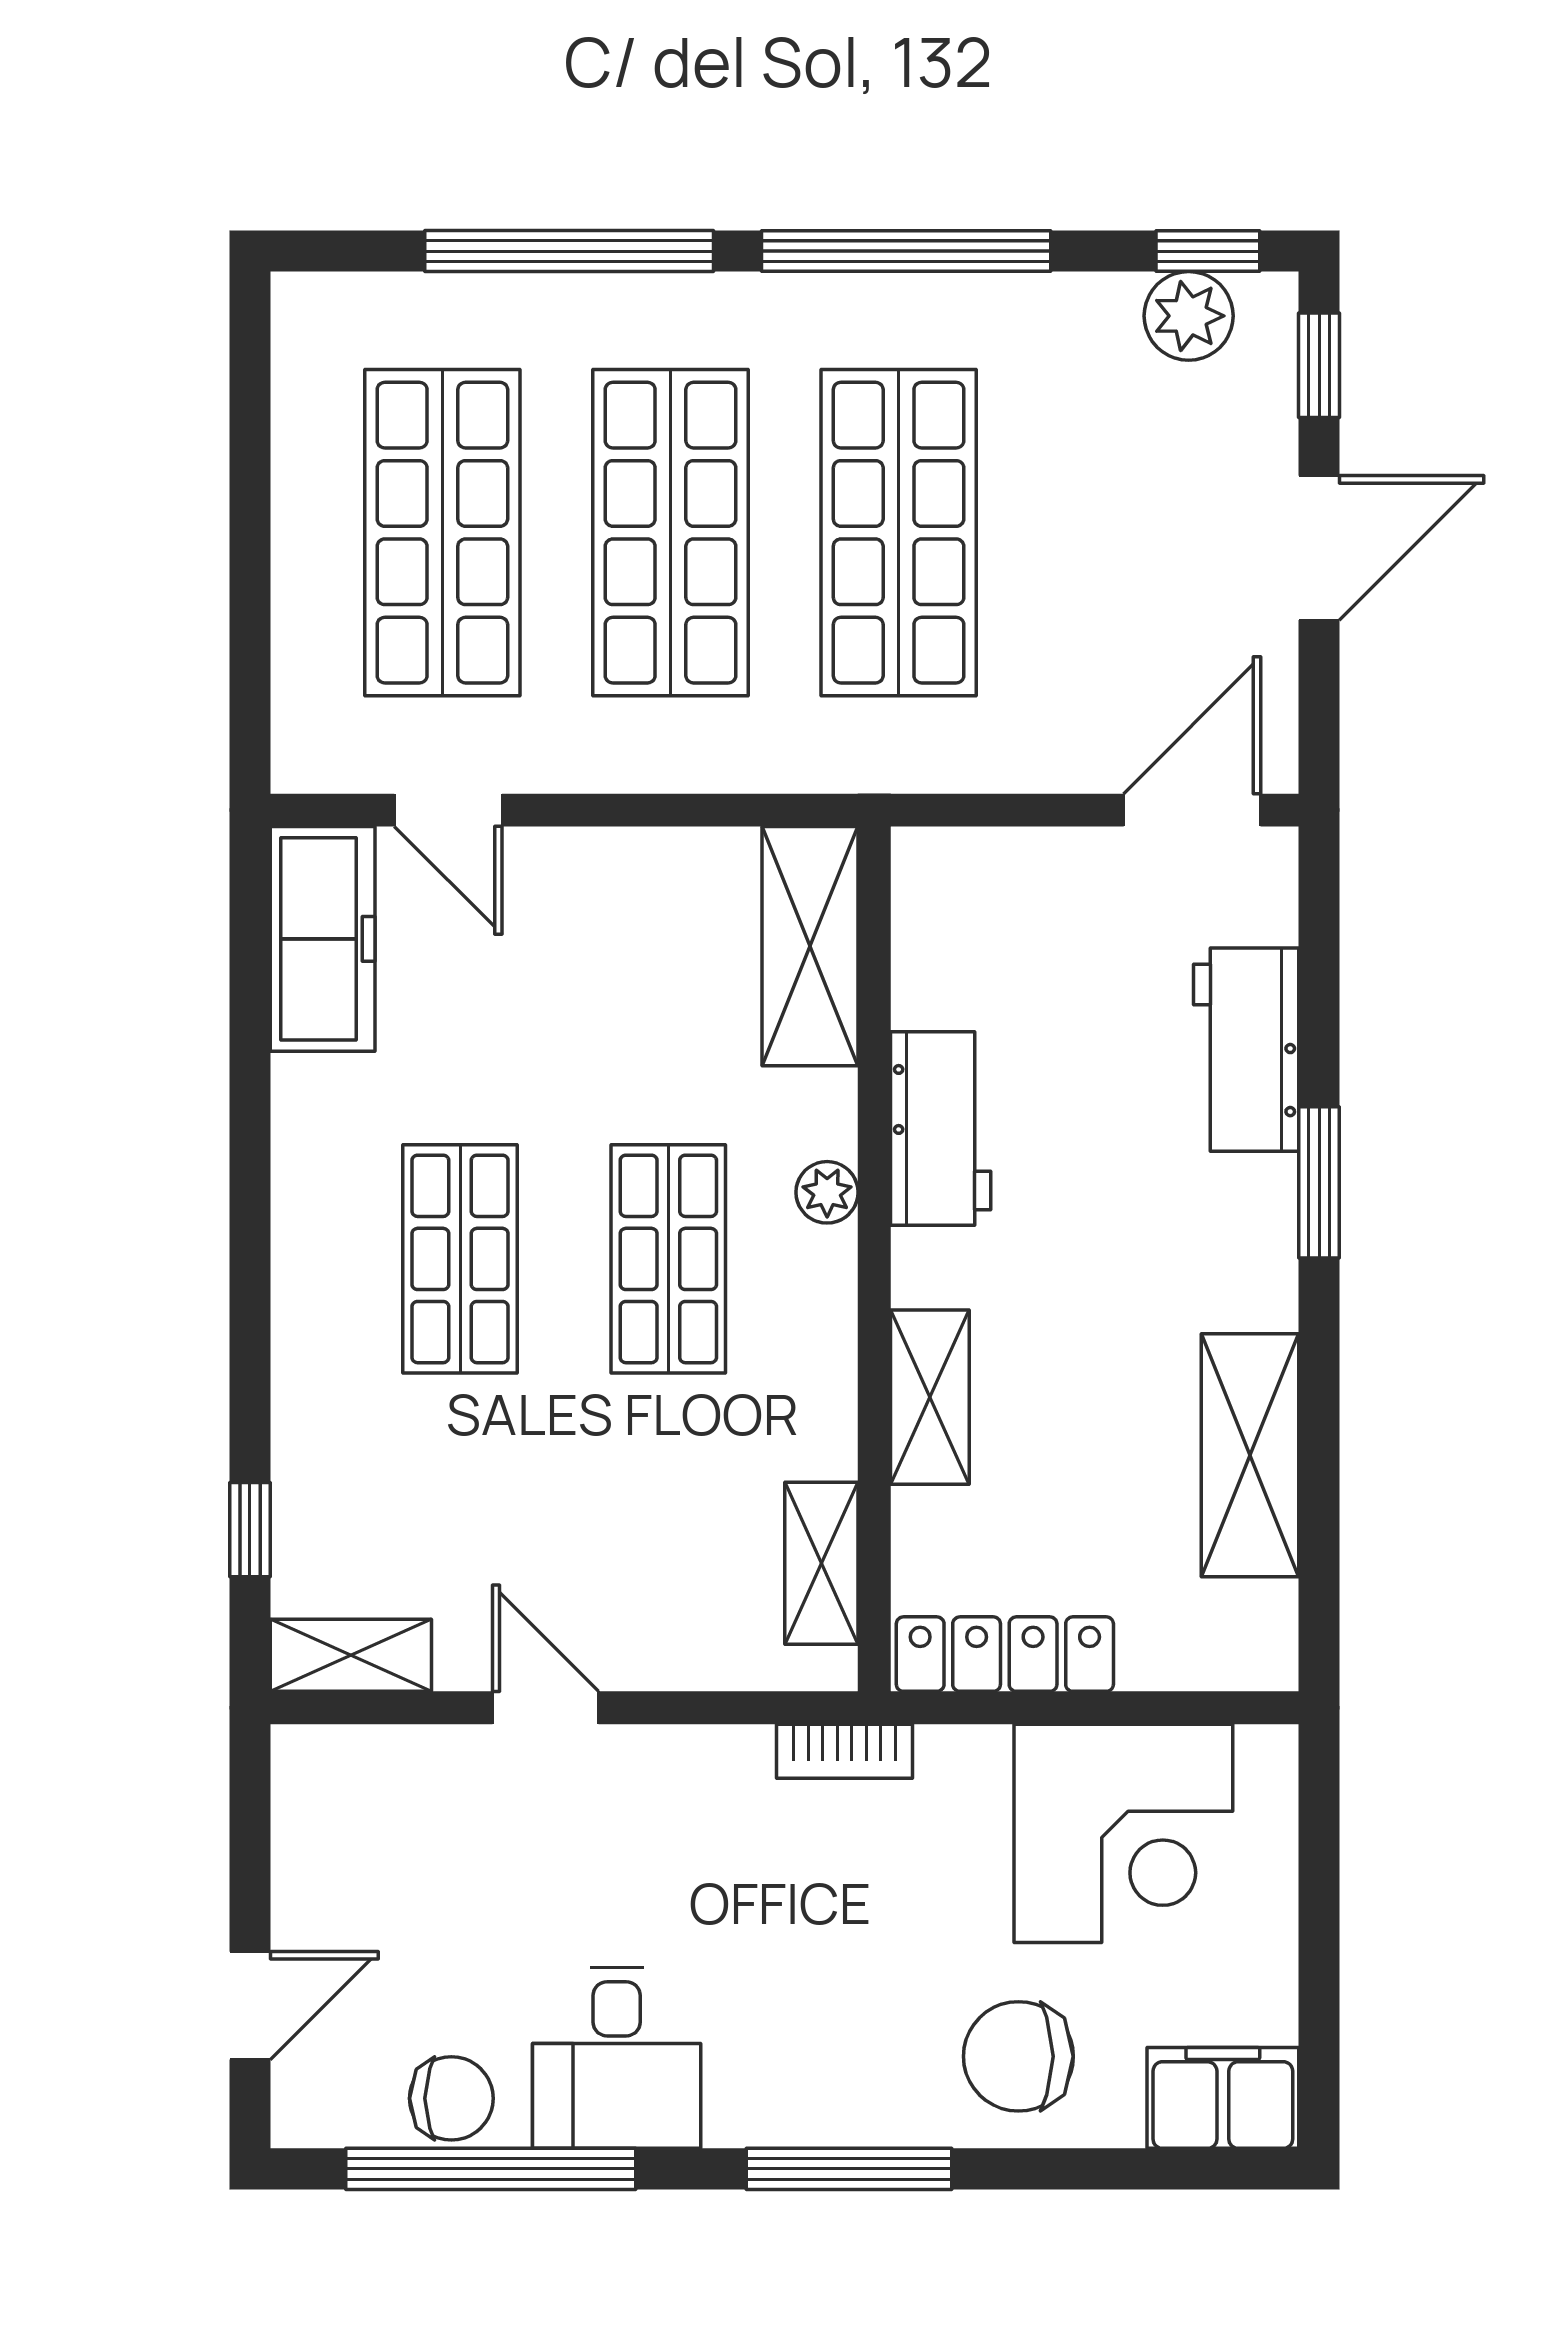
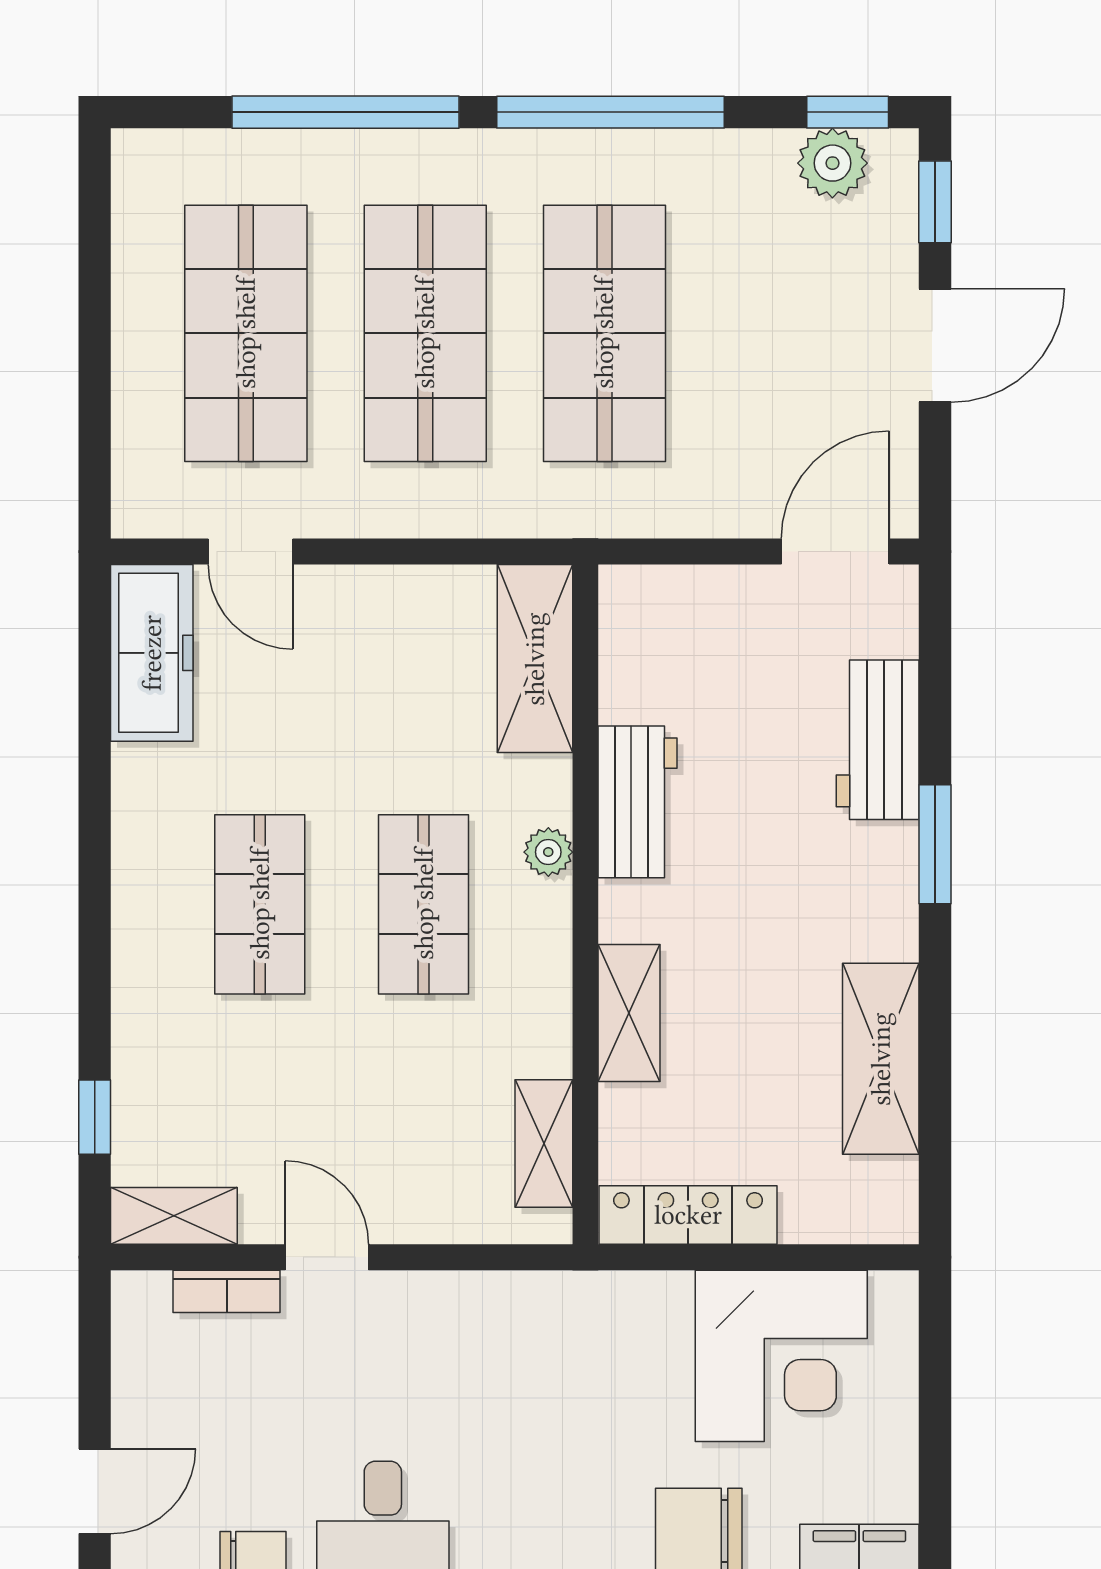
bookcase: (845, 1751) -> (227, 1291), moved

